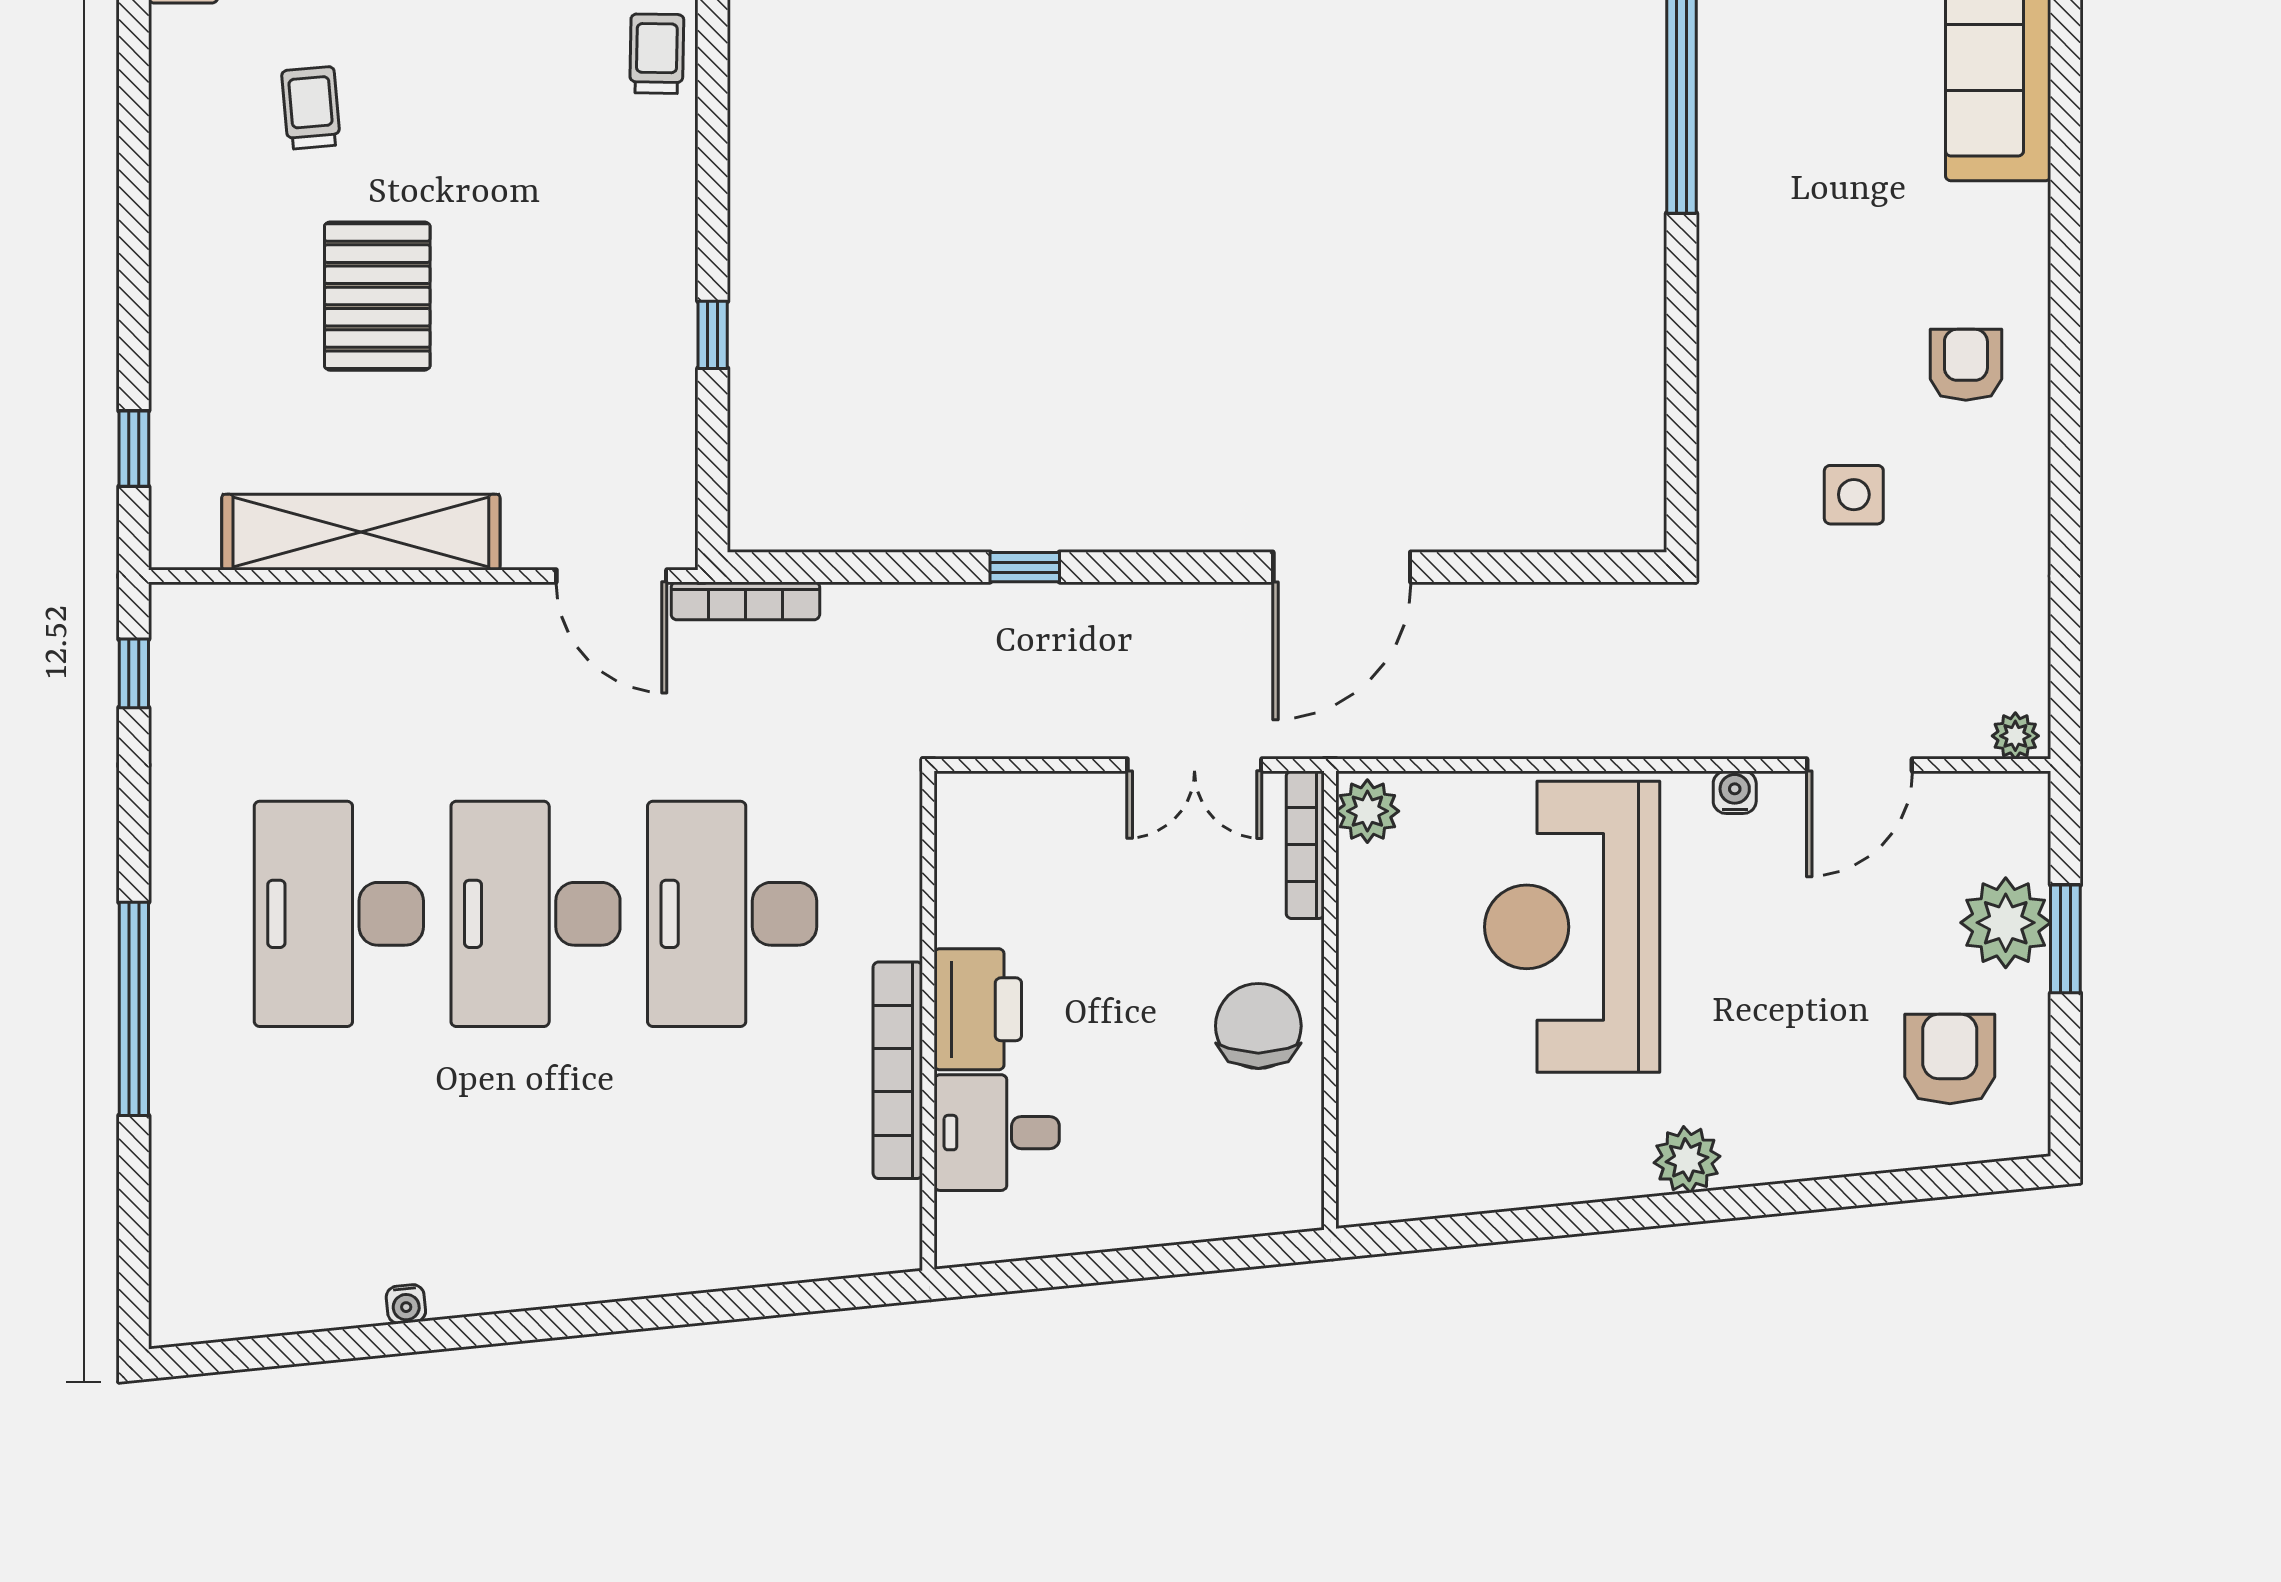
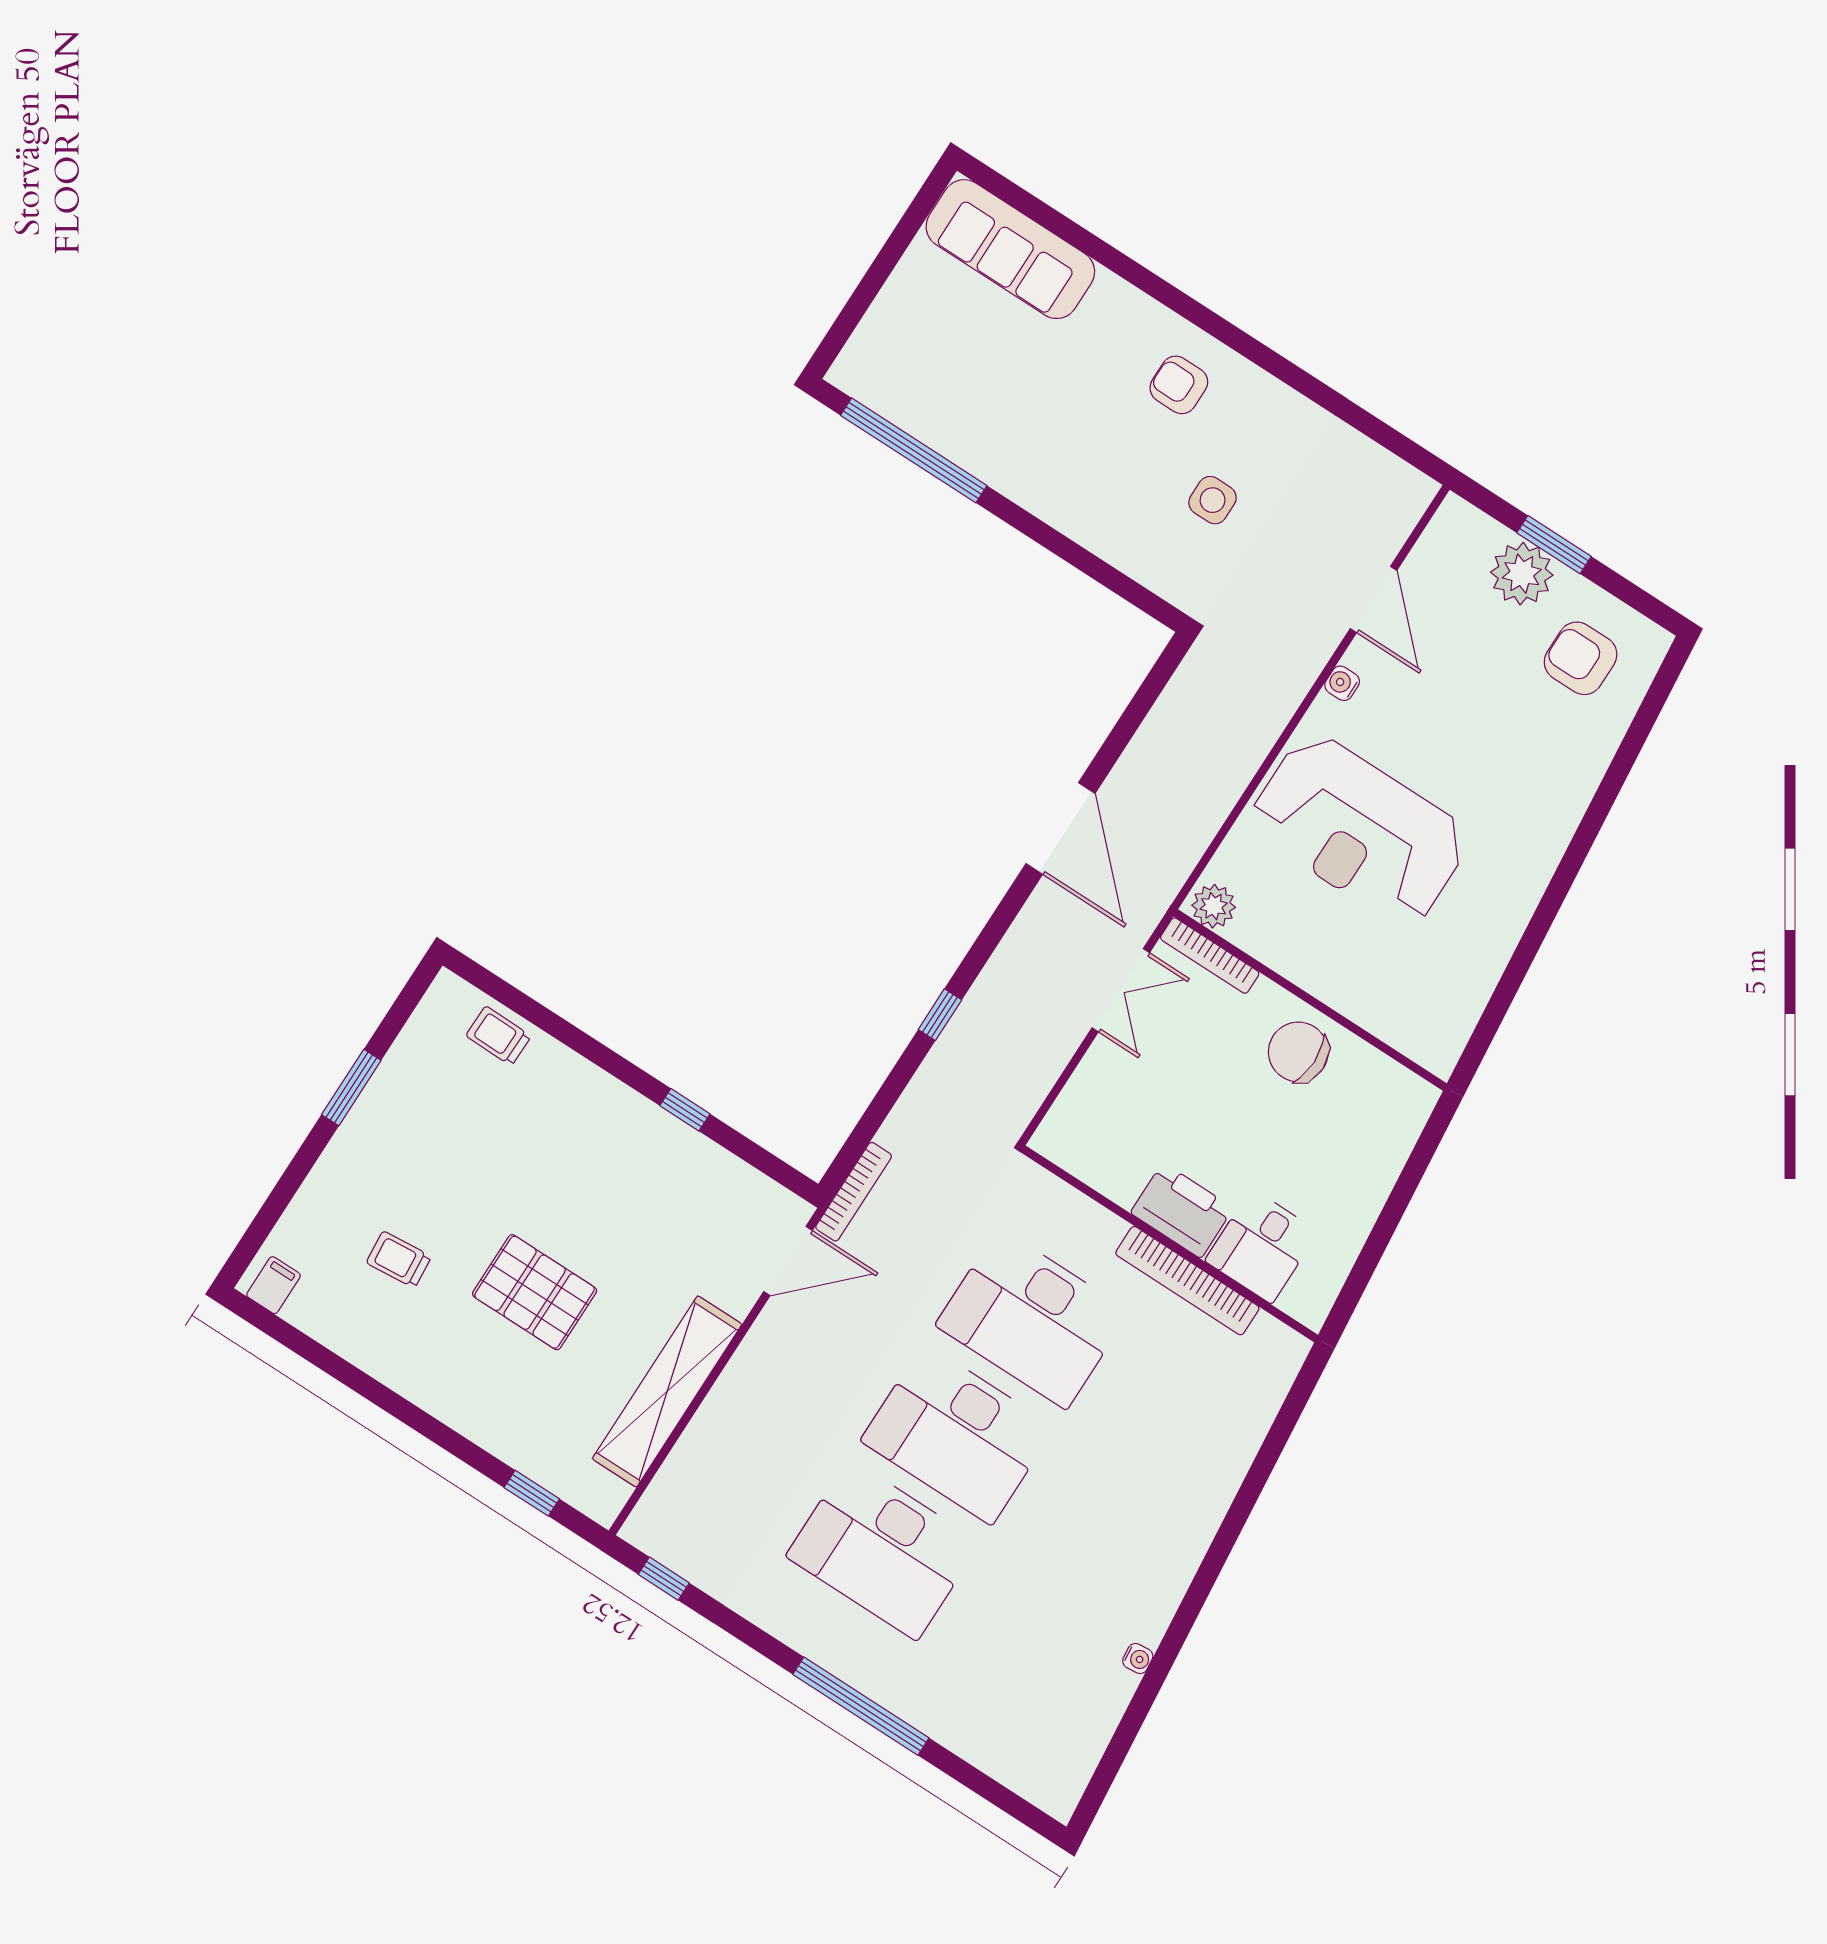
plant: (2015, 736) -> (1416, 497), removed
plant: (1687, 1160) -> (1540, 851), removed

